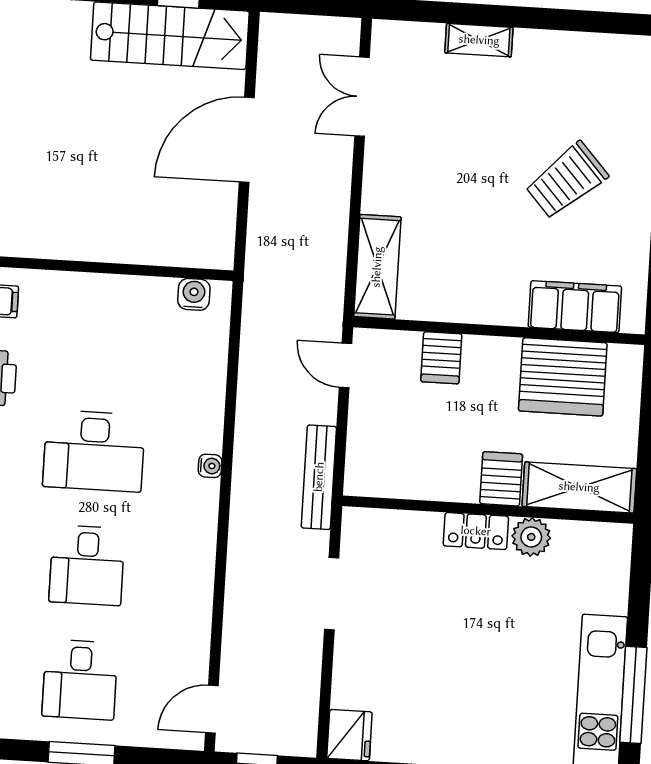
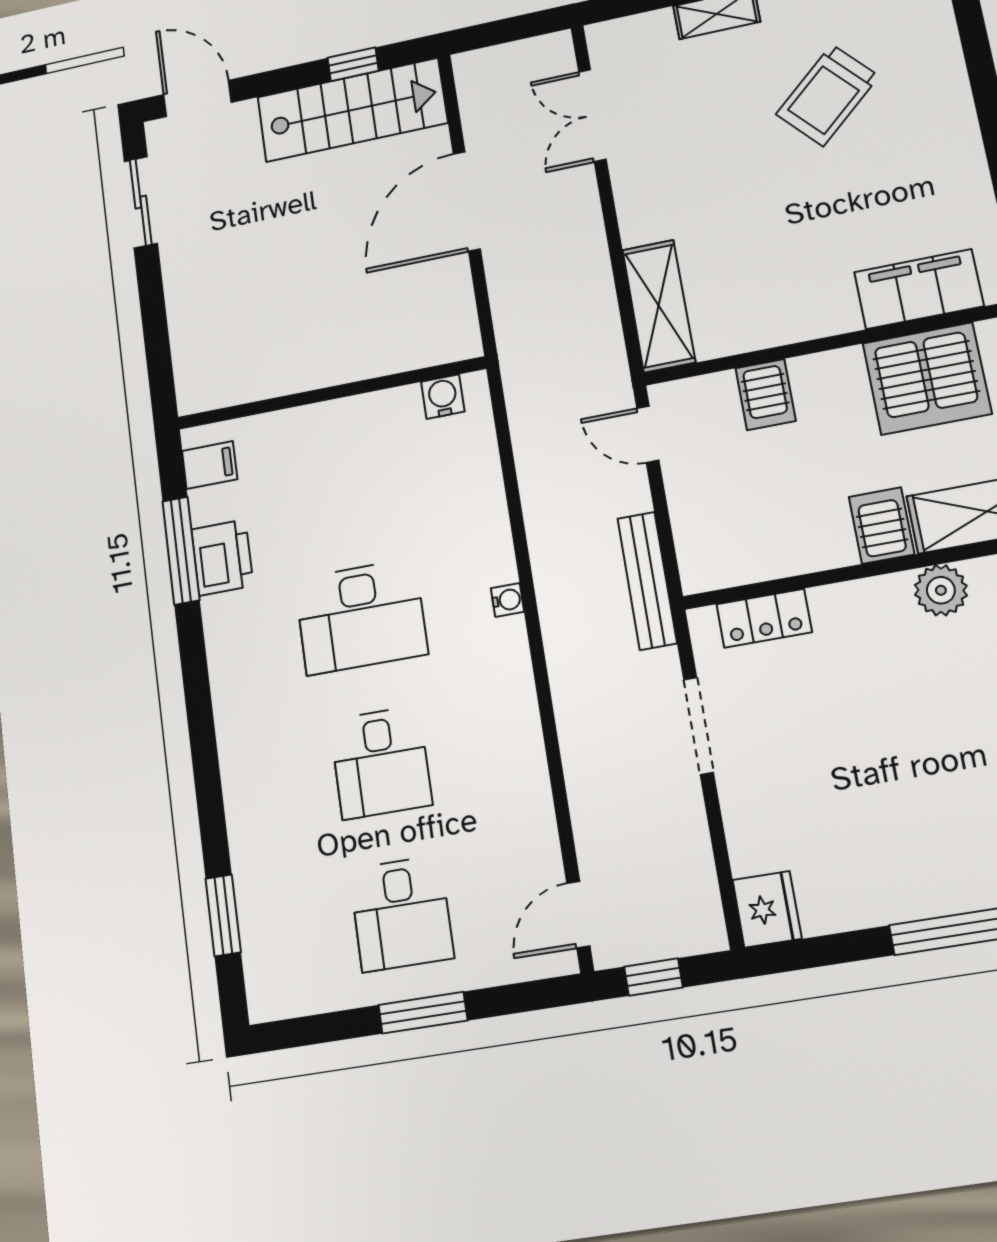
trolley: (566, 181) -> (827, 95), moved
locker: (476, 531) -> (764, 618), moved

